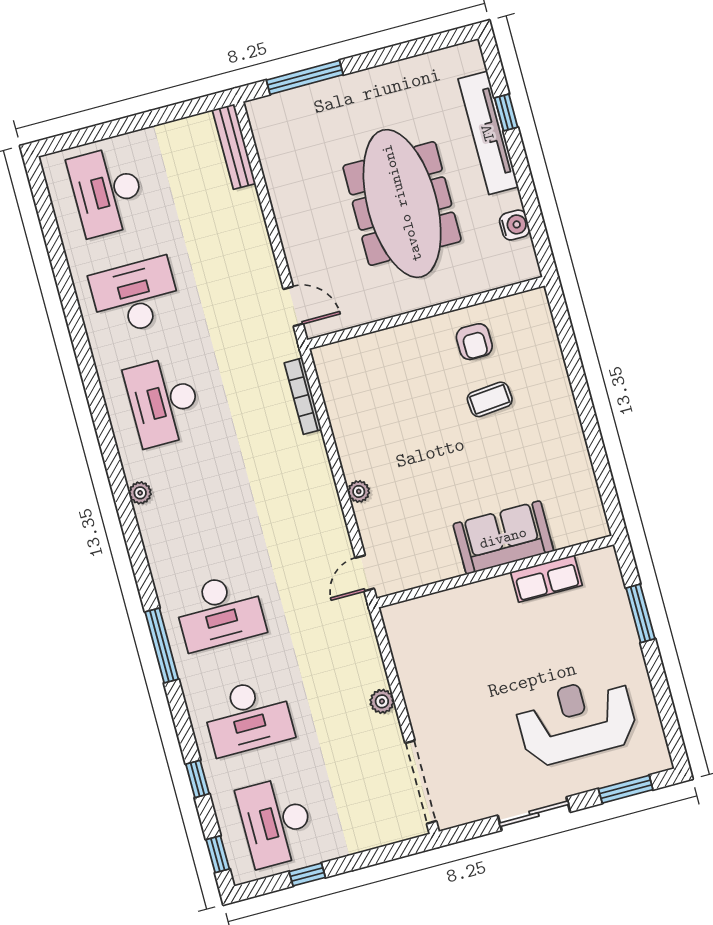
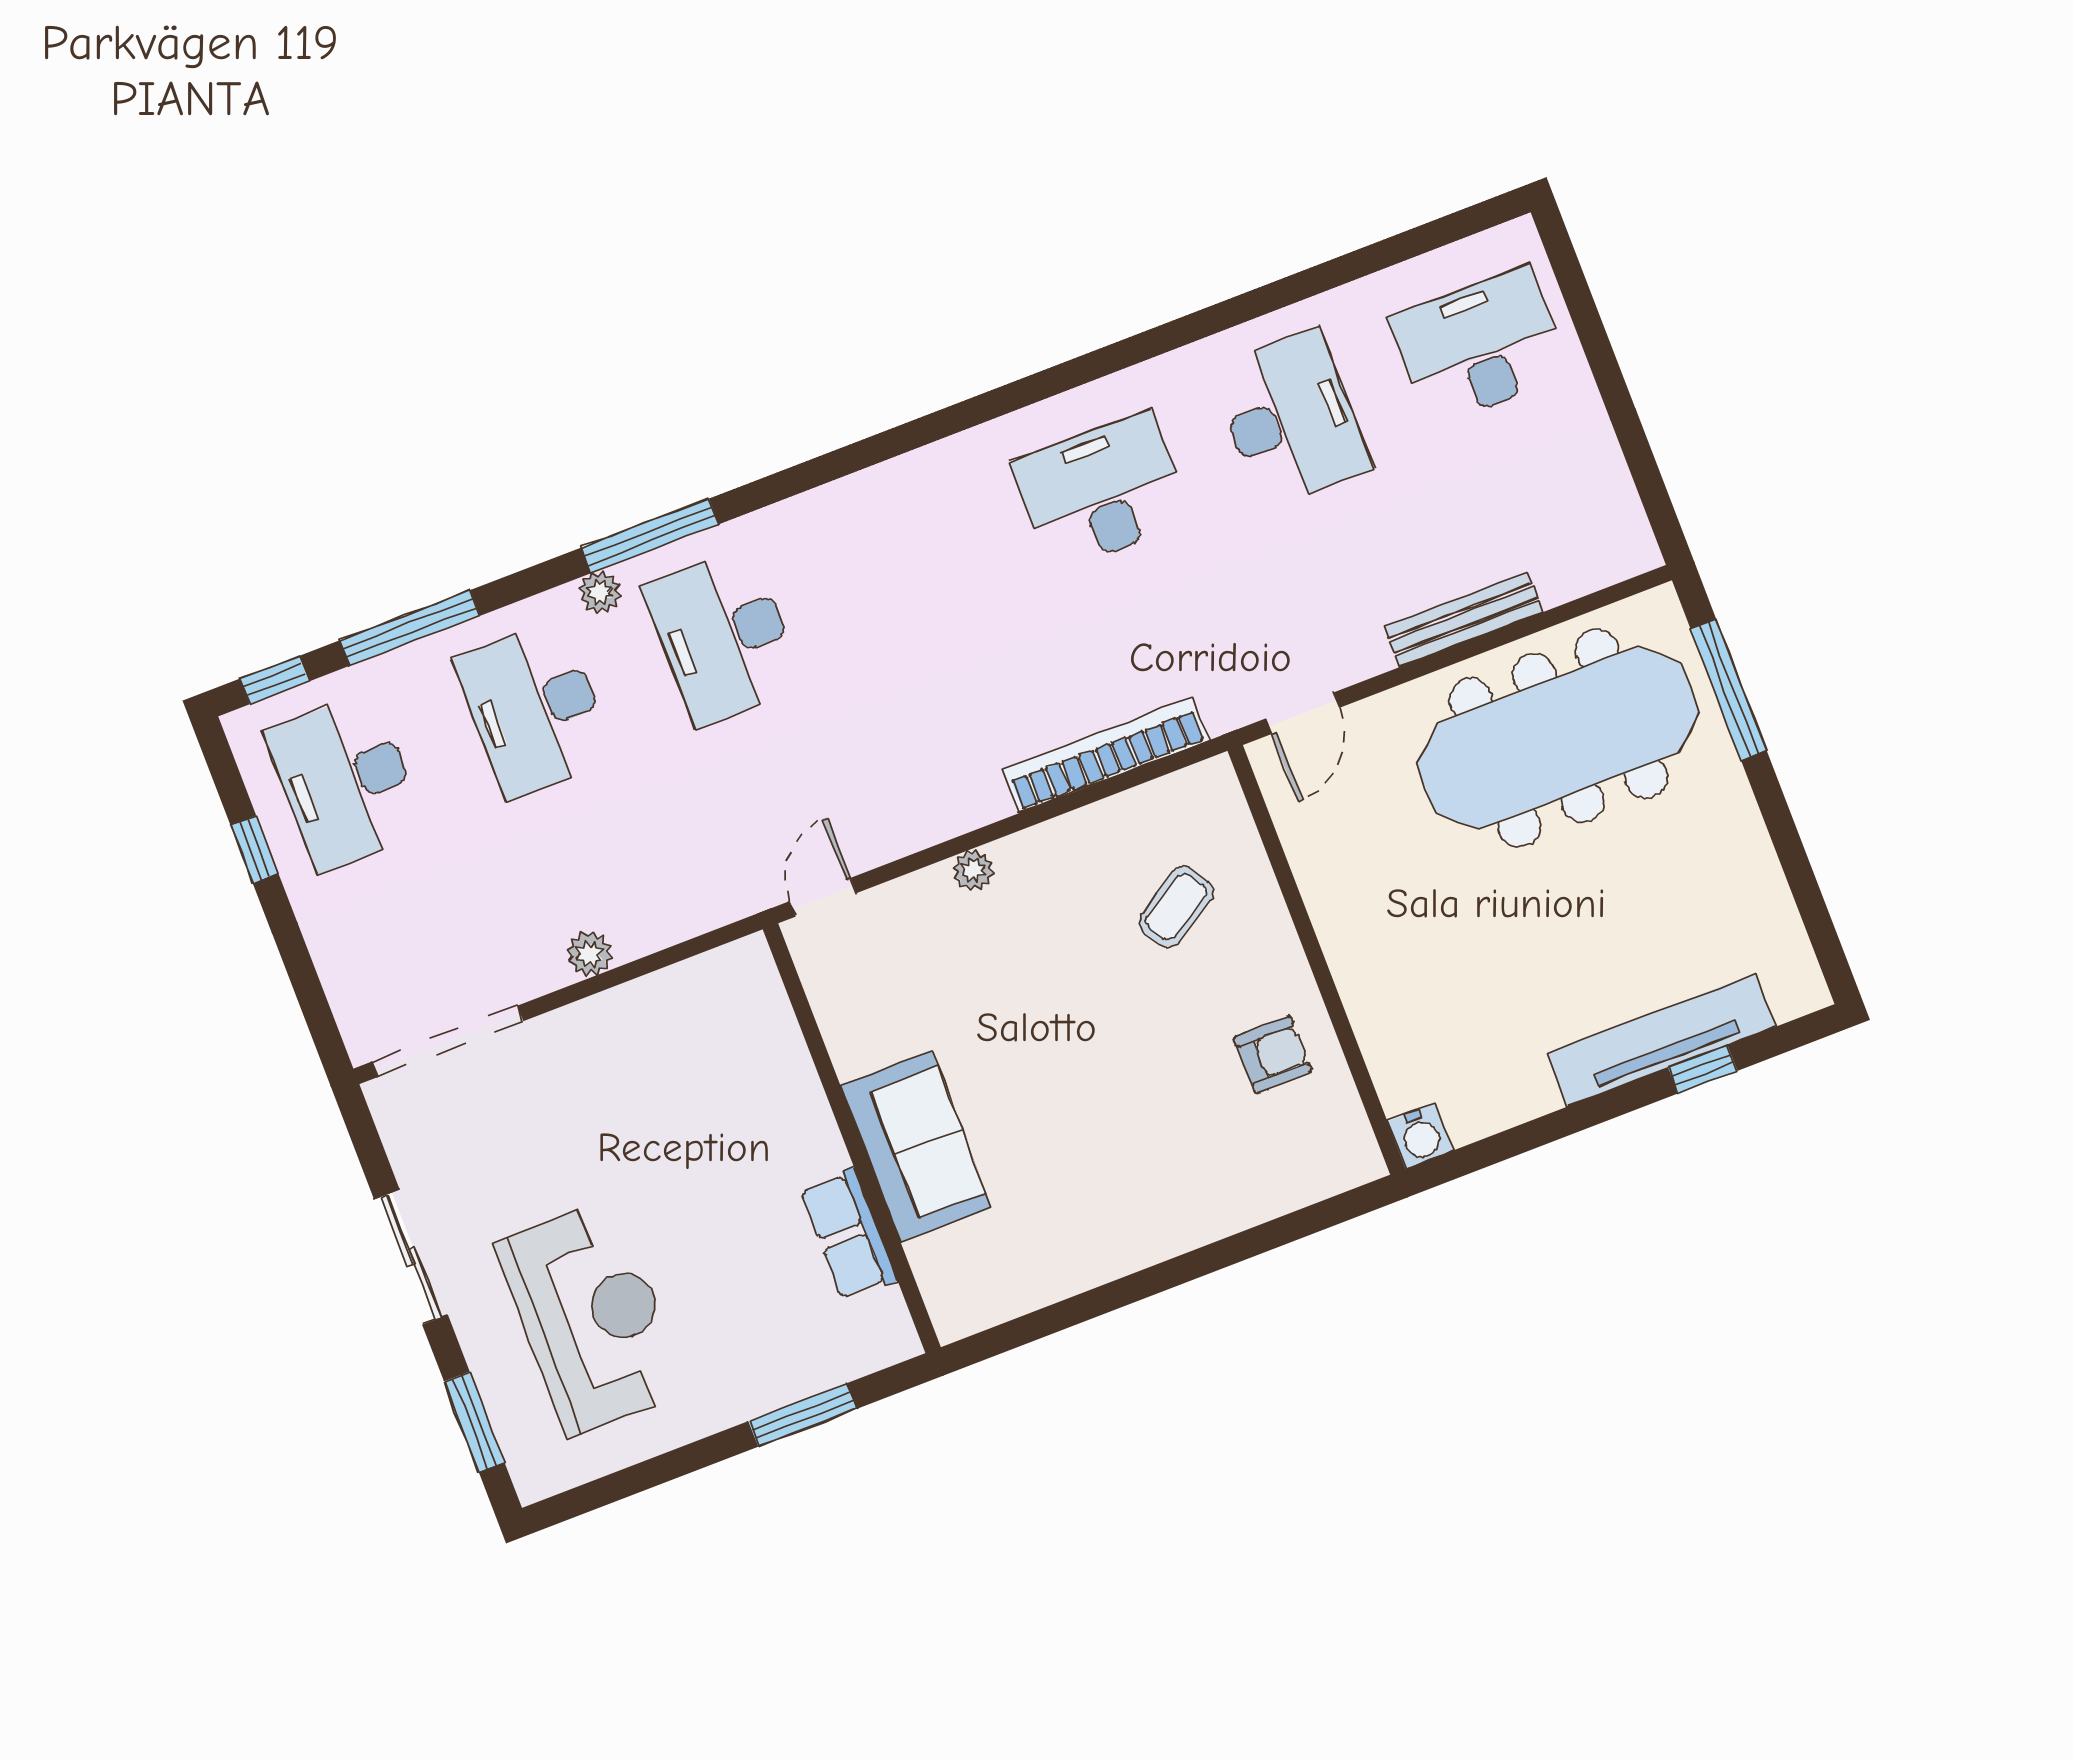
bench: (234, 147) -> (1463, 620), moved
meeting table: (402, 203) -> (1558, 738), moved
water cooler: (515, 225) -> (1420, 1136), moved
armchair: (474, 342) -> (1273, 1055), turned 180
bookcase: (303, 396) -> (1106, 755), width x1.48, depth x1.31
coffee table: (490, 399) -> (1176, 907), moved, turned 63
plant: (140, 493) -> (600, 592), moved
door: (365, 573) -> (823, 897), hinge flipped
window: (198, 779) -> (410, 628), width x2.17
desk: (276, 822) -> (346, 782), turned -90

